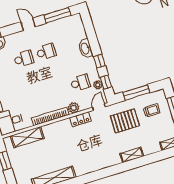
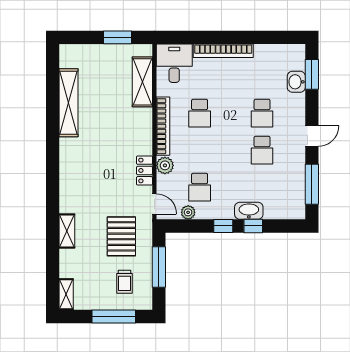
window: (106, 82) -> (253, 226), moved
school desk: (35, 97) -> (200, 113), added

